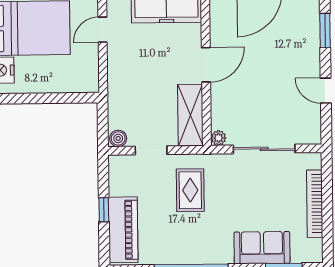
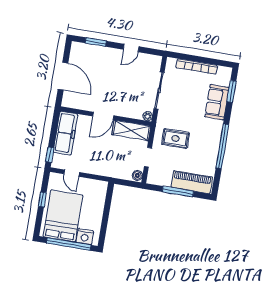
door: (206, 65) -> (103, 116), swing flipped
window: (104, 210) -> (178, 191), width x2.17

